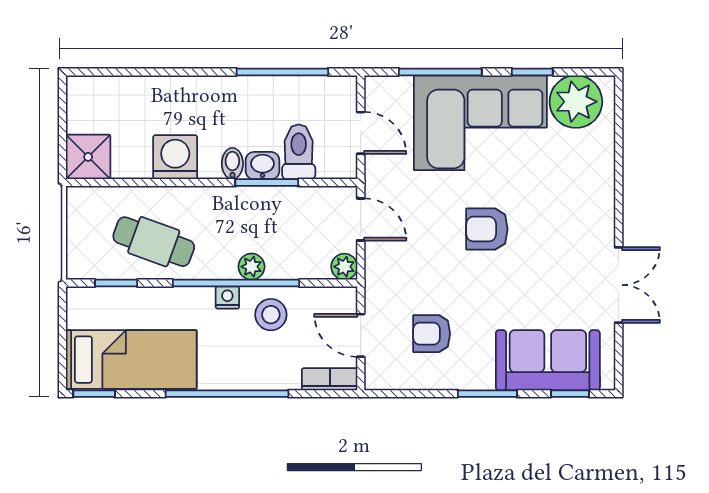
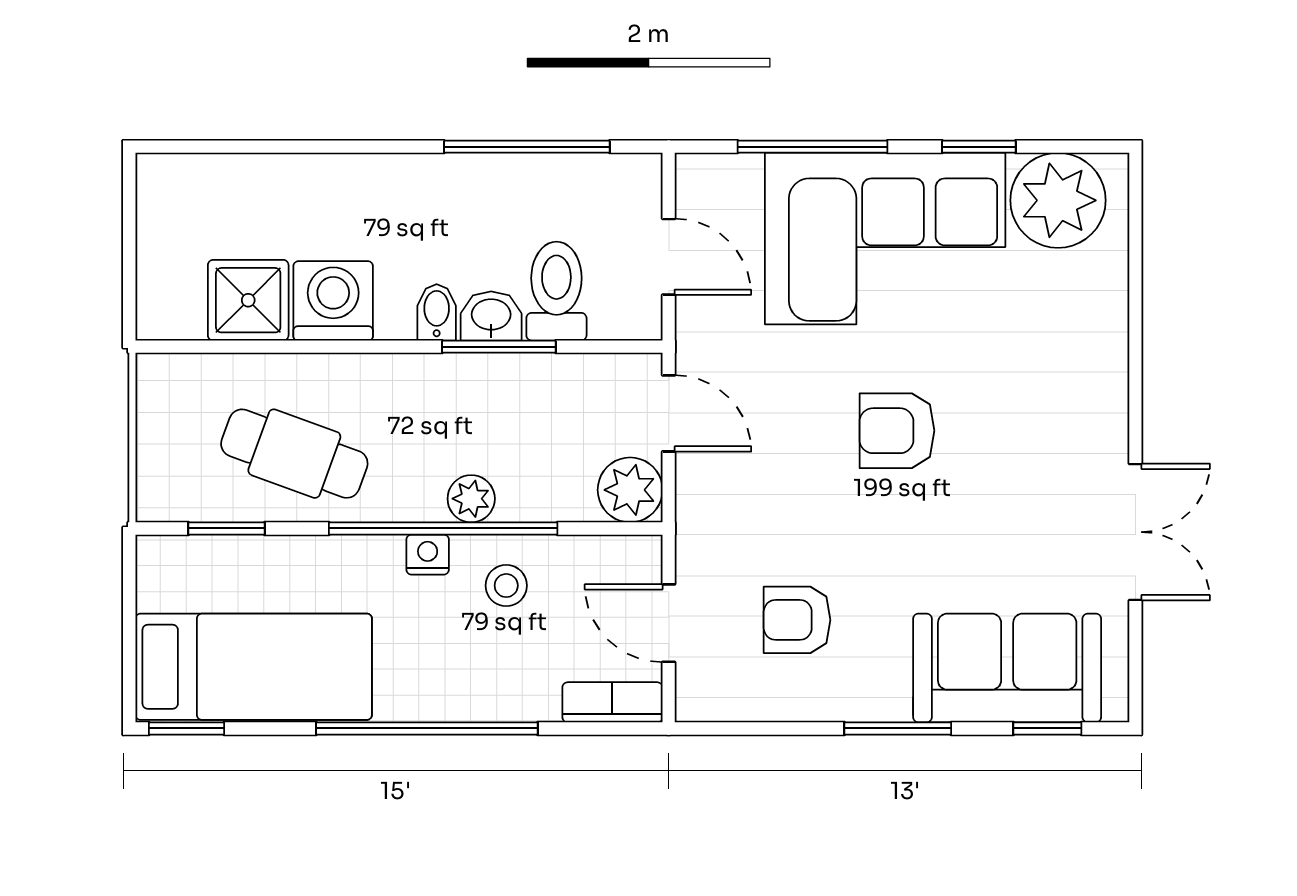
shower: (88, 157) -> (248, 300), moved
plant: (344, 267) -> (630, 490), width x1.38, depth x1.38
stool: (271, 315) -> (506, 586), width x0.73, depth x0.73

